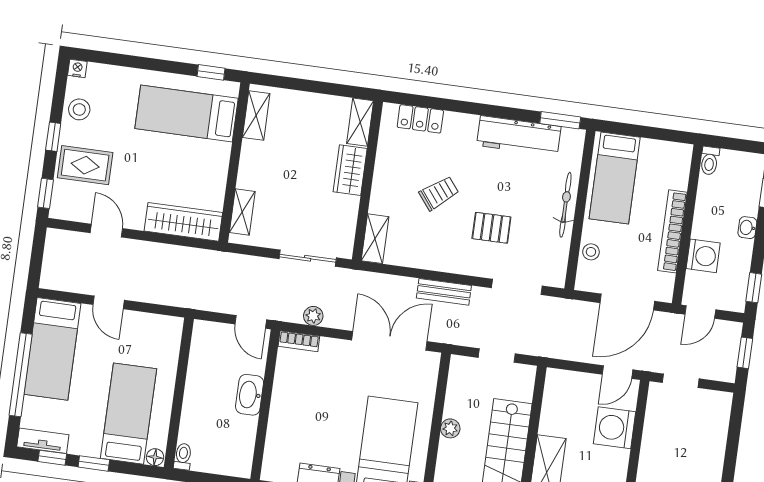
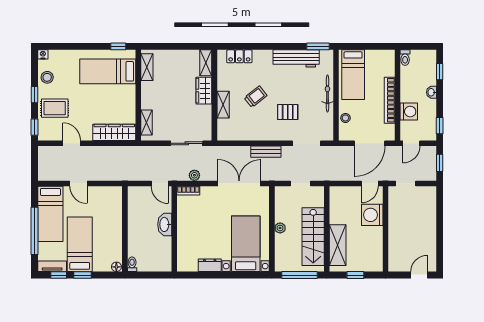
shelving: (375, 239) -> (223, 105), moved
bed: (129, 414) -> (80, 244), moved

